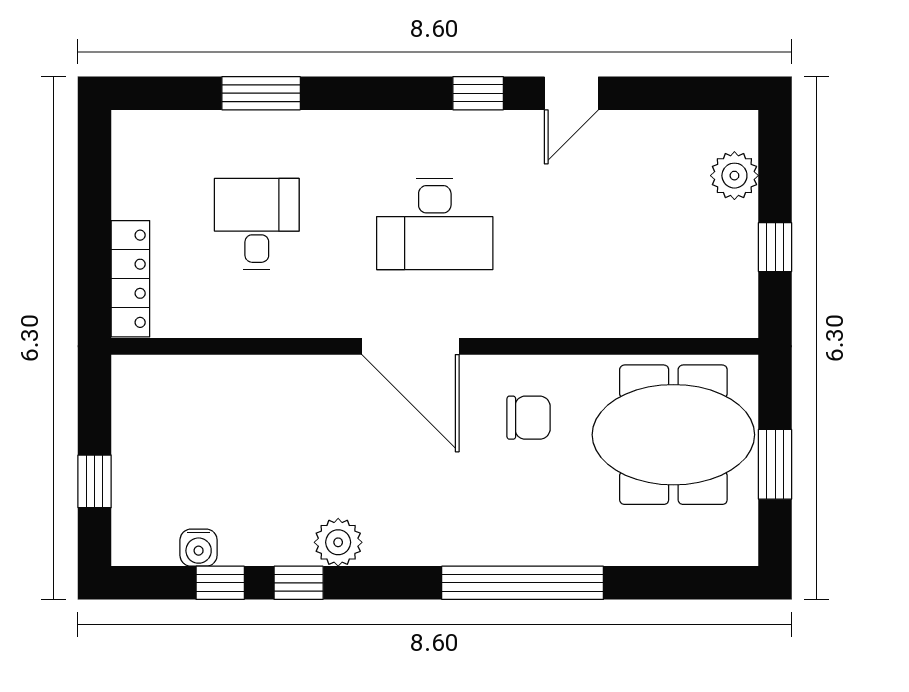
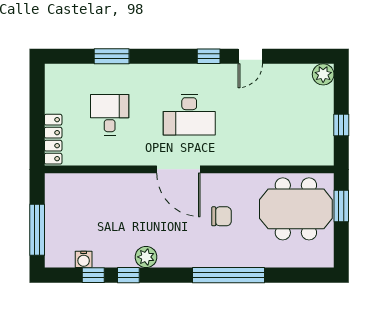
plant: (734, 176) -> (323, 74), moved
chair: (529, 418) -> (221, 216), moved
window: (775, 464) -> (341, 206), moved
window: (95, 481) -> (37, 230), width x2.17

